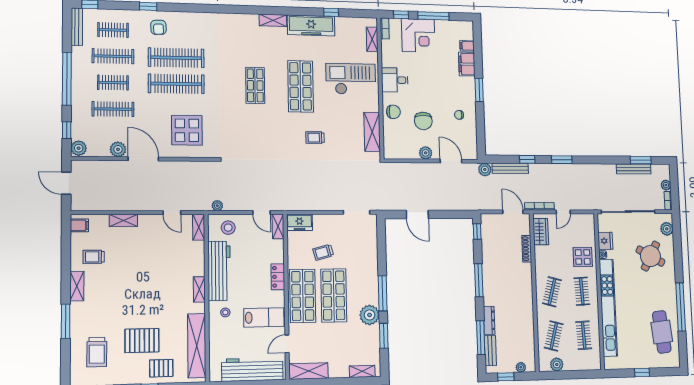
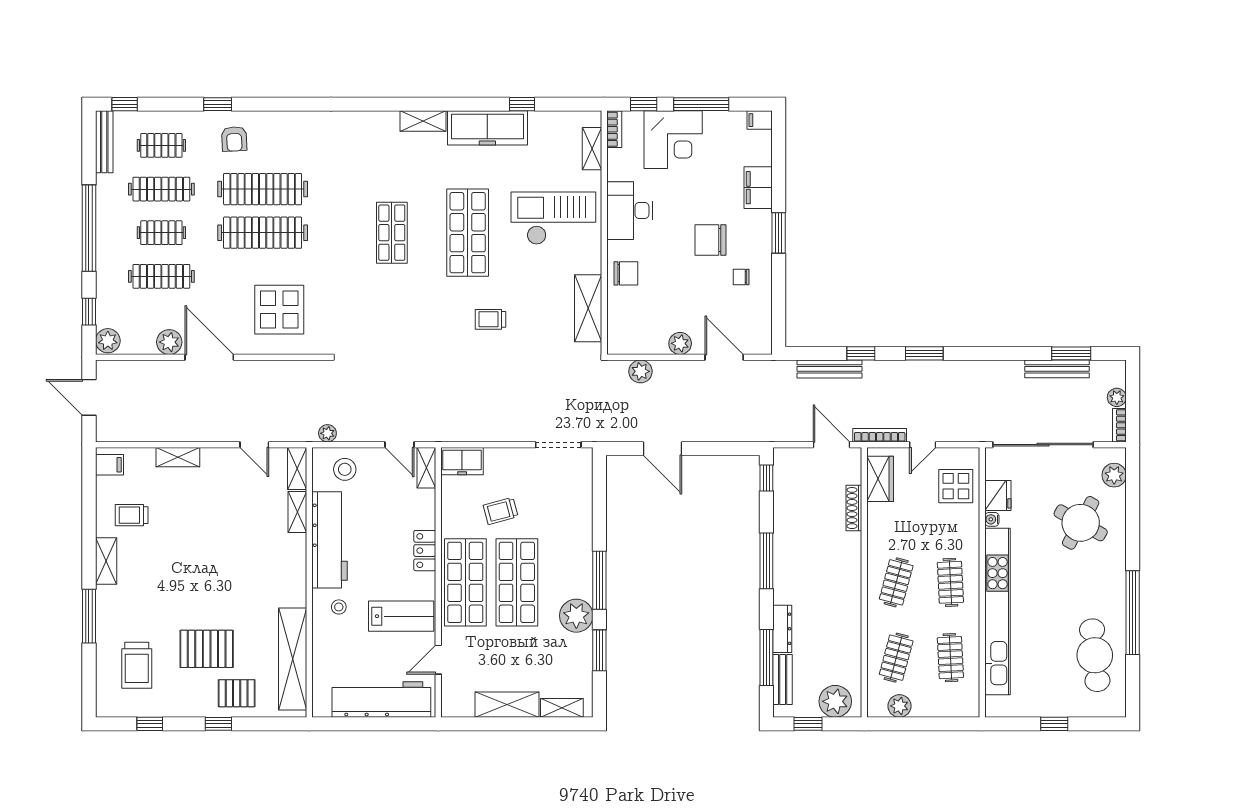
filing cabinet: (467, 46) -> (760, 120), moved
desk: (395, 80) -> (630, 211), width x1.37
chair: (423, 121) -> (711, 240), moved, turned 90
plant: (485, 170) -> (640, 371), moved
display table: (583, 257) -> (956, 486), moved
shelving: (199, 289) -> (297, 512), moved
plant: (521, 367) -> (835, 701), width x1.88, depth x1.88
shelving: (309, 371) -> (507, 705), moved

